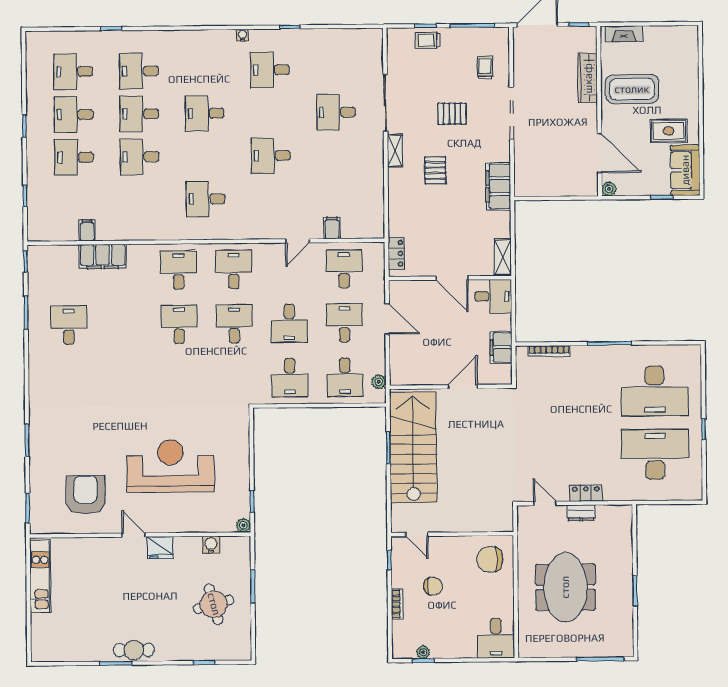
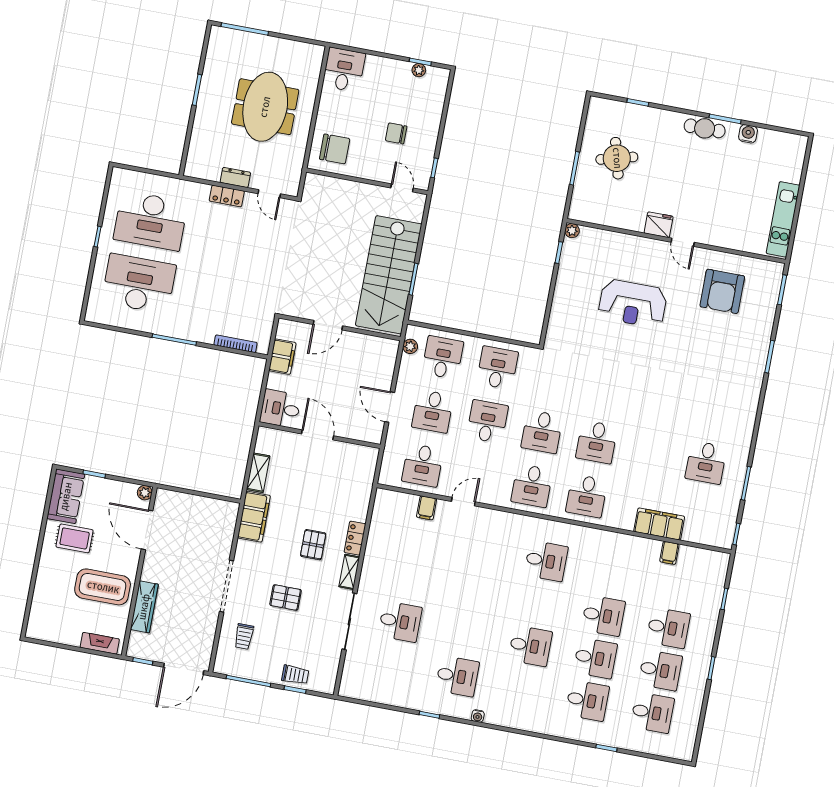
desk: (271, 156) -> (473, 591), removed
locker: (396, 253) -> (355, 538), moved
shelving: (503, 257) -> (258, 473), moved
reception desk: (170, 466) -> (633, 303), width x0.74, depth x0.77
water cooler: (211, 545) -> (748, 134), moved, turned 180
bookcase: (397, 604) -> (435, 123), removed

